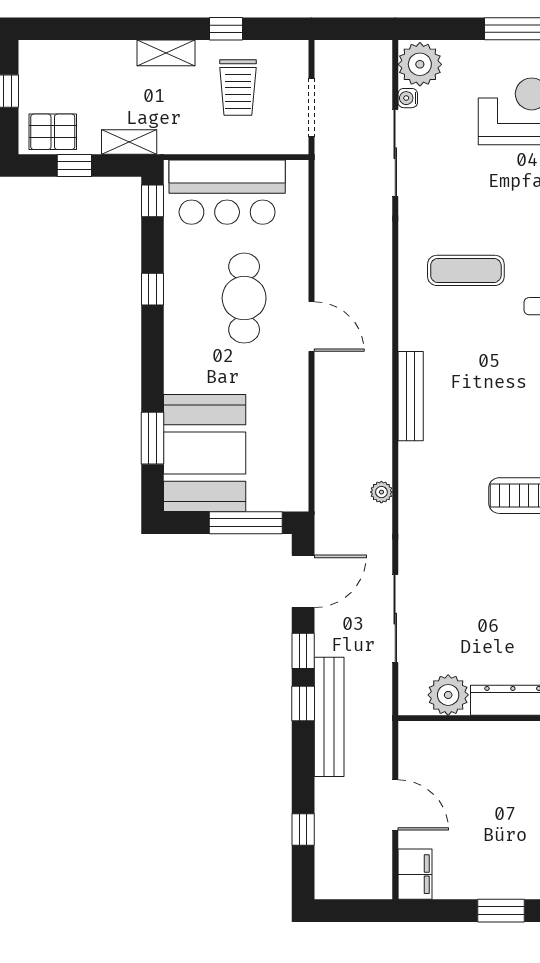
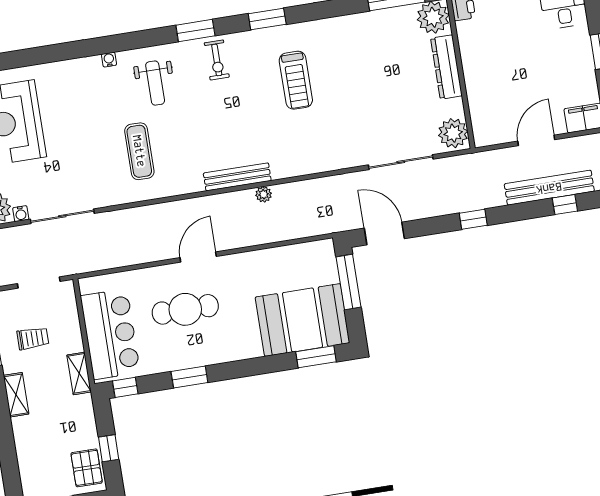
trolley: (238, 87) -> (33, 338), width x0.73, depth x0.72
shelving: (129, 142) -> (79, 373), moved
window: (152, 289) -> (189, 377), width x1.50
window: (152, 438) -> (316, 357), moved
plant: (381, 492) -> (264, 194), moved
window: (303, 651) -> (435, 225), removed
plant: (448, 695) -> (453, 133), moved
bench: (329, 717) -> (549, 188), moved

